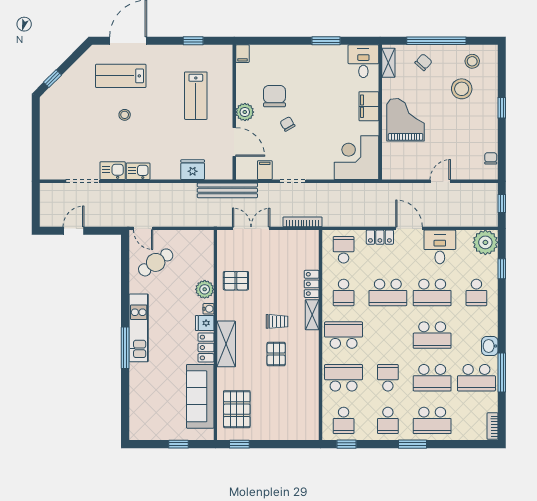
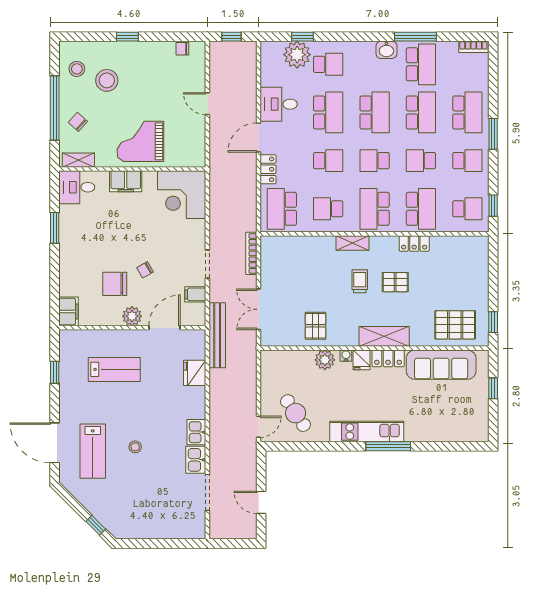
filing cabinet: (242, 54) -> (69, 311), width x2.00
plant: (485, 242) -> (297, 55), moved
school desk: (344, 250) -> (282, 209), width x1.85
locker: (312, 284) -> (414, 243), moved
school desk: (344, 292) -> (328, 209), turned 180
school desk: (388, 292) -> (328, 161), width x0.54
school desk: (388, 335) -> (375, 161), added
school desk: (344, 378) -> (421, 209), turned 180

